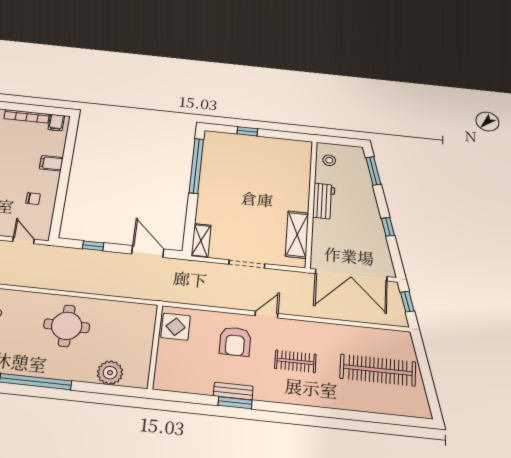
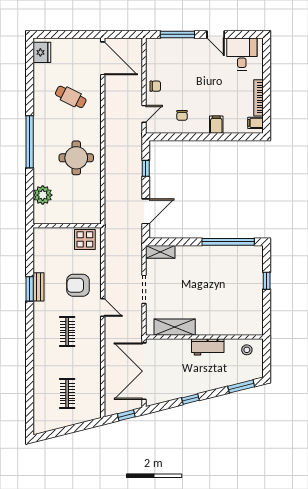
clothes rail: (378, 370) -> (67, 394), width x0.54, depth x0.76

